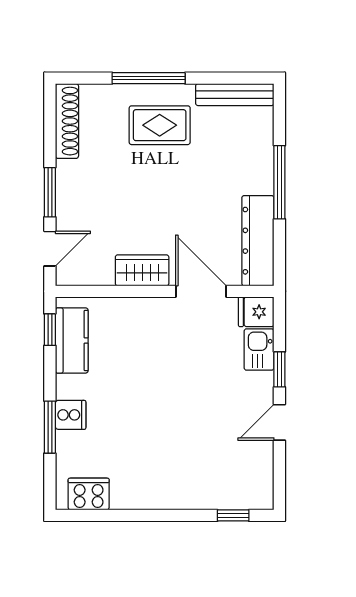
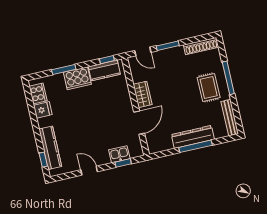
dresser: (258, 241) -> (193, 137), moved
fridge: (256, 312) -> (43, 110), moved, turned 90
window: (279, 369) -> (123, 163), moved
cooker: (71, 415) -> (77, 78), width x1.87, depth x1.31
kitchen counter: (211, 495) -> (50, 148), added

